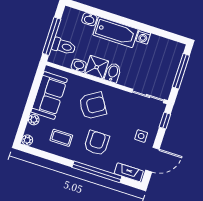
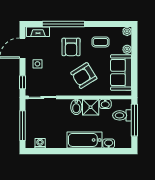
washing machine: (143, 37) -> (40, 143), moved

